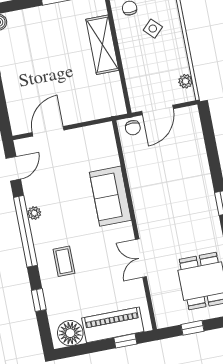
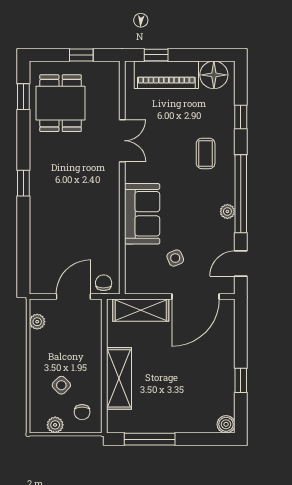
shelving: (95, 110) -> (141, 310), added
door: (48, 131) -> (195, 297), width x1.36
side table: (73, 162) -> (175, 258), added

